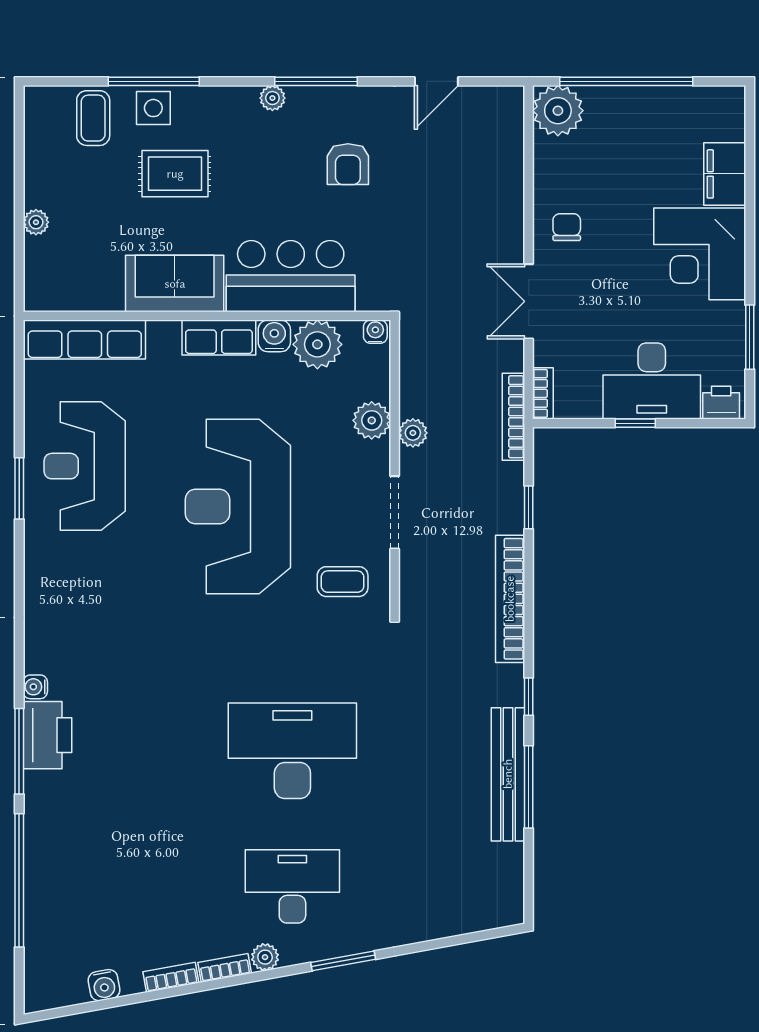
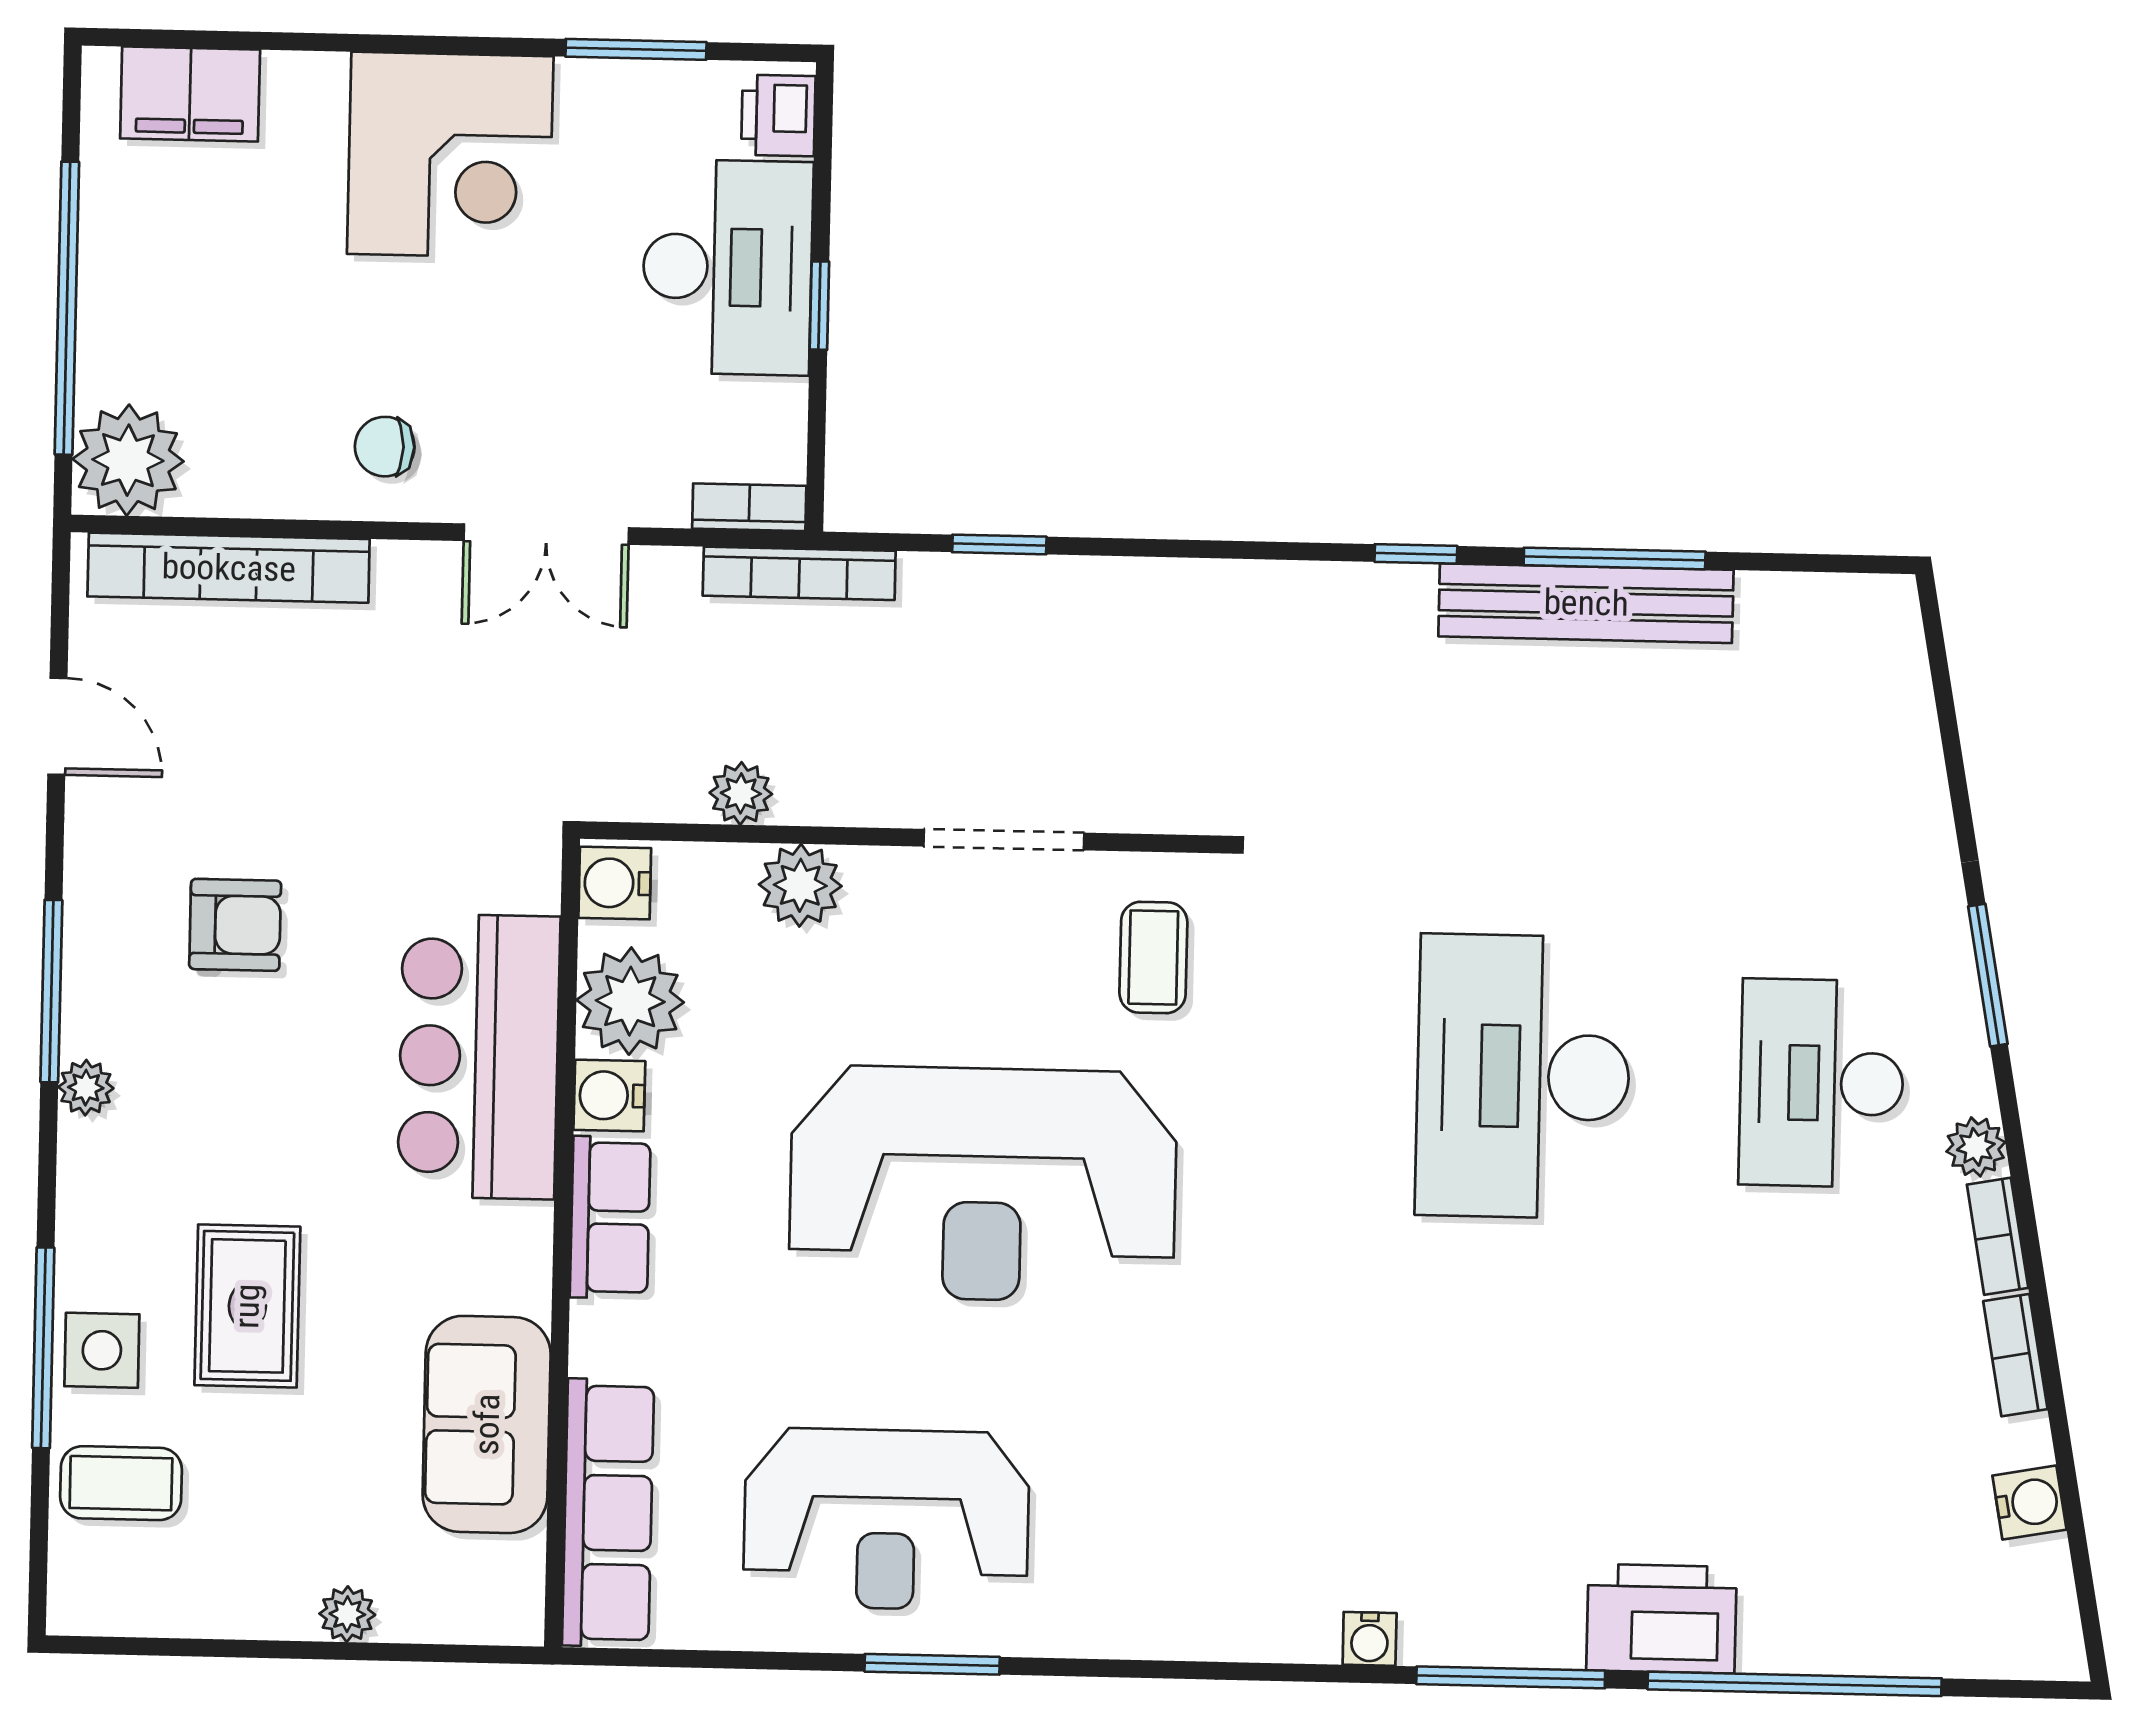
filing cabinet: (725, 174) -> (190, 94), moved
sofa: (175, 284) -> (487, 1424), moved
water cooler: (375, 332) -> (615, 883), width x1.38, depth x1.38
plant: (413, 433) -> (741, 793), moved
bookcase: (510, 599) -> (229, 568), moved
printer: (47, 735) -> (1662, 1619), moved

